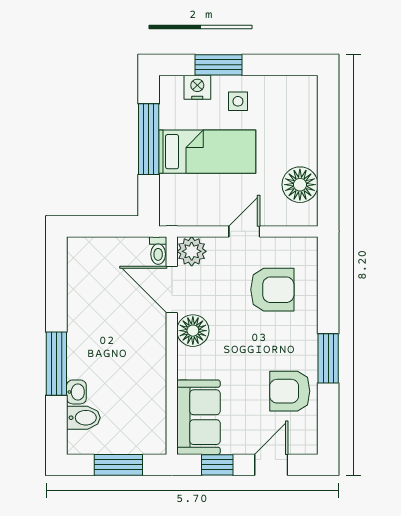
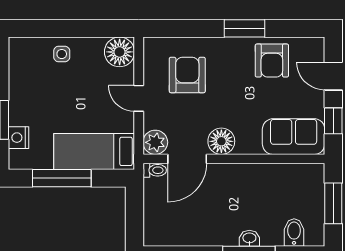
side table: (238, 101) -> (62, 54), moved
bed: (207, 152) -> (94, 151), moved, turned -90
floor lamp: (300, 185) -> (120, 52), moved
washbasin: (76, 392) -> (249, 238), moved

